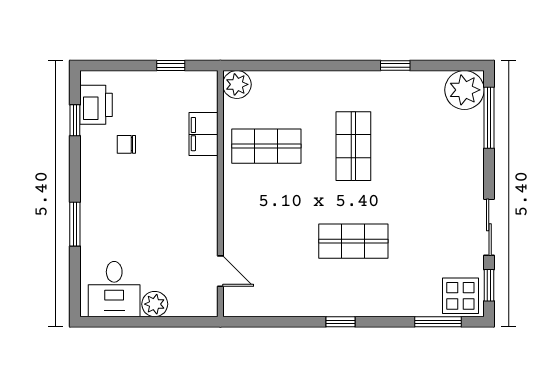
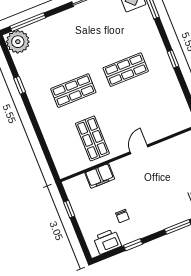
plant: (237, 84) -> (65, 168), removed
window: (75, 120) -> (133, 245), moved
shop shelf: (353, 241) -> (126, 70), turned 90
door: (220, 271) -> (139, 149), moved

